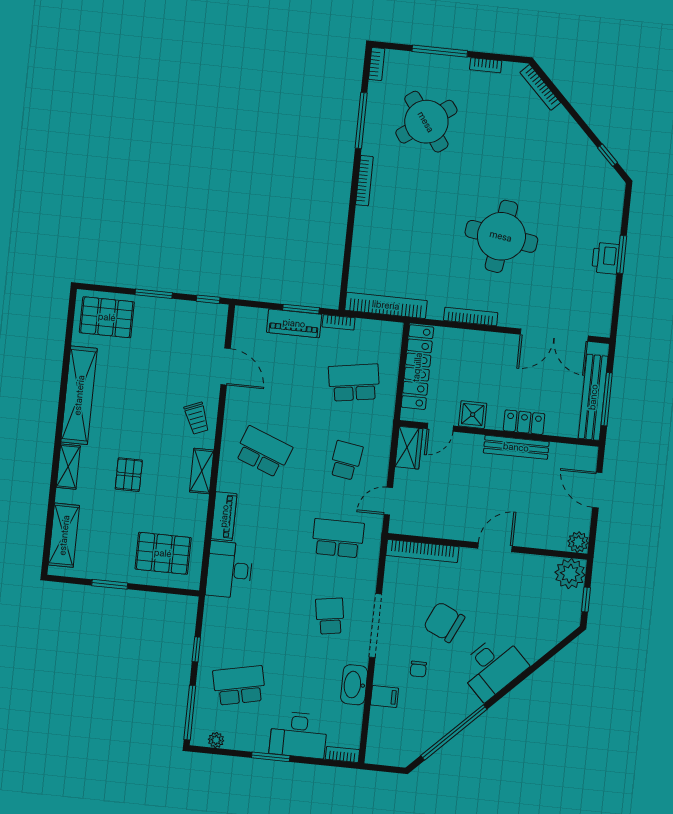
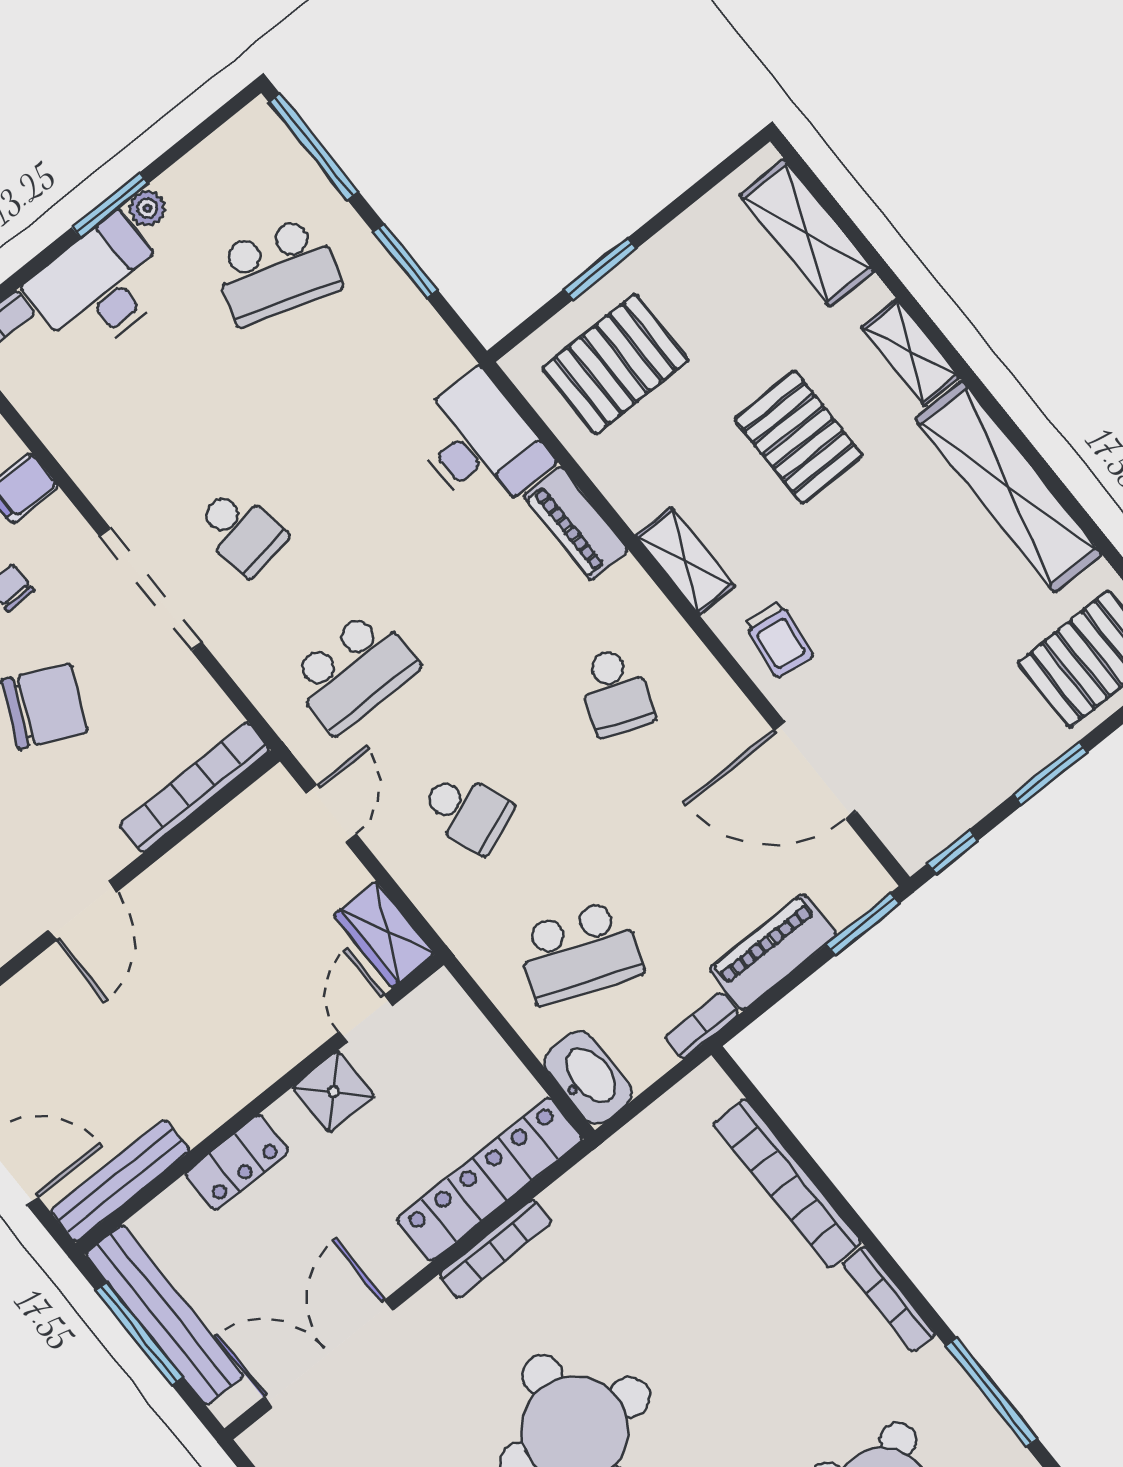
bookcase: (386, 305) -> (787, 1183), moved, turned 90
window: (301, 309) -> (863, 924), moved
door: (226, 367) -> (815, 771), width x1.36
locker: (417, 367) -> (490, 1179), moved, turned 90
school desk: (354, 383) -> (579, 952), turned 30
trolley: (197, 418) -> (779, 639), turned -150
bench: (516, 447) -> (120, 1181), moved
school desk: (263, 452) -> (615, 692), width x0.54
school desk: (346, 460) -> (466, 812), turned -30
pallet: (129, 475) -> (799, 437), width x1.50, depth x1.42
window: (110, 584) -> (600, 269), moved
window: (196, 649) -> (405, 261), width x1.50
school desk: (239, 685) -> (277, 271), turned 30
washbasin: (354, 685) -> (588, 1077), moved
plant: (216, 740) -> (147, 208), moved

